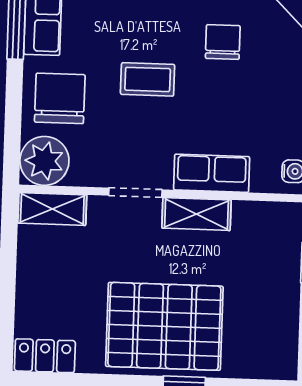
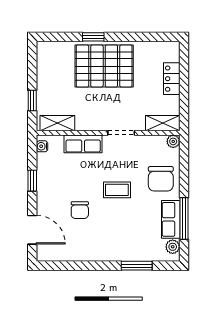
plant: (44, 161) -> (173, 141), width x0.53, depth x0.53
shelving: (196, 214) -> (57, 123), moved
locker: (45, 356) -> (172, 79), moved, turned 90

